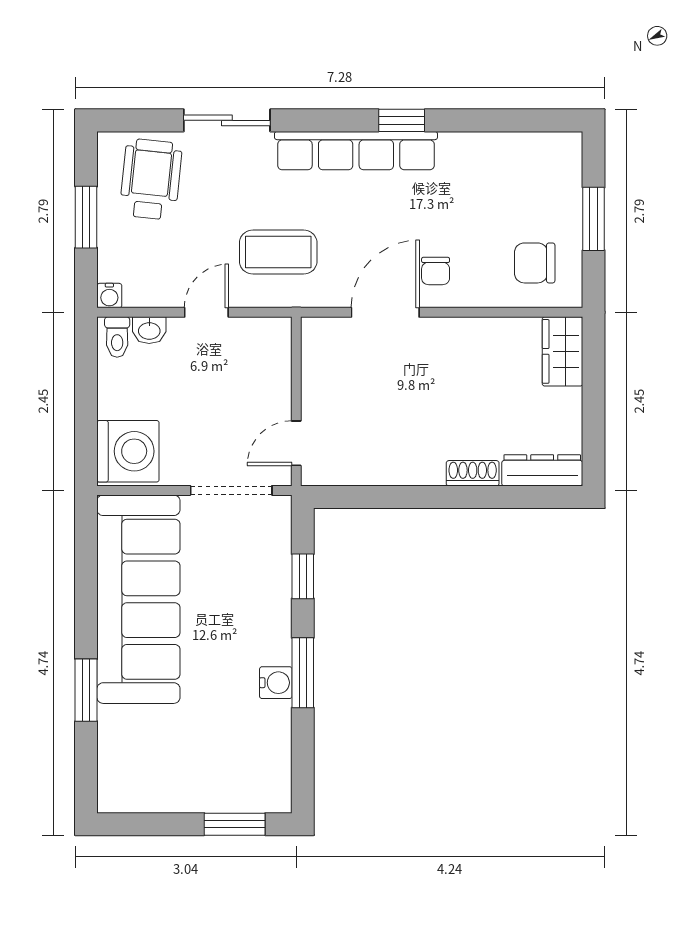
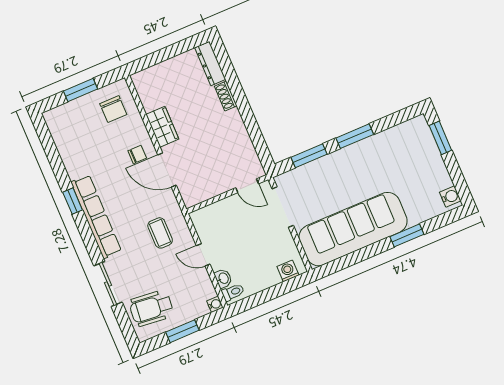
coffee table: (278, 252) -> (160, 233), width x0.73, depth x0.77
wardrobe: (563, 351) -> (162, 127), moved, turned -90
washing machine: (128, 451) -> (288, 271), width x0.53, depth x0.53
window: (303, 576) -> (309, 156), width x1.50
water cooler: (276, 683) -> (450, 197), moved, turned 90

